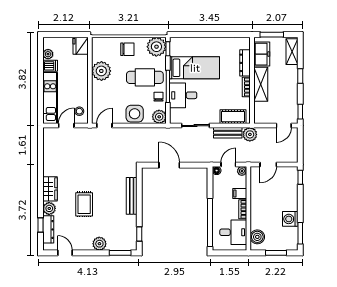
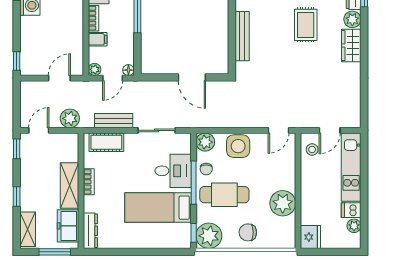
dresser: (245, 63) -> (90, 231), moved
plant: (250, 134) -> (70, 118), moved

